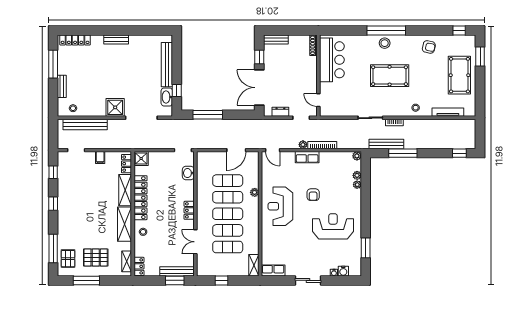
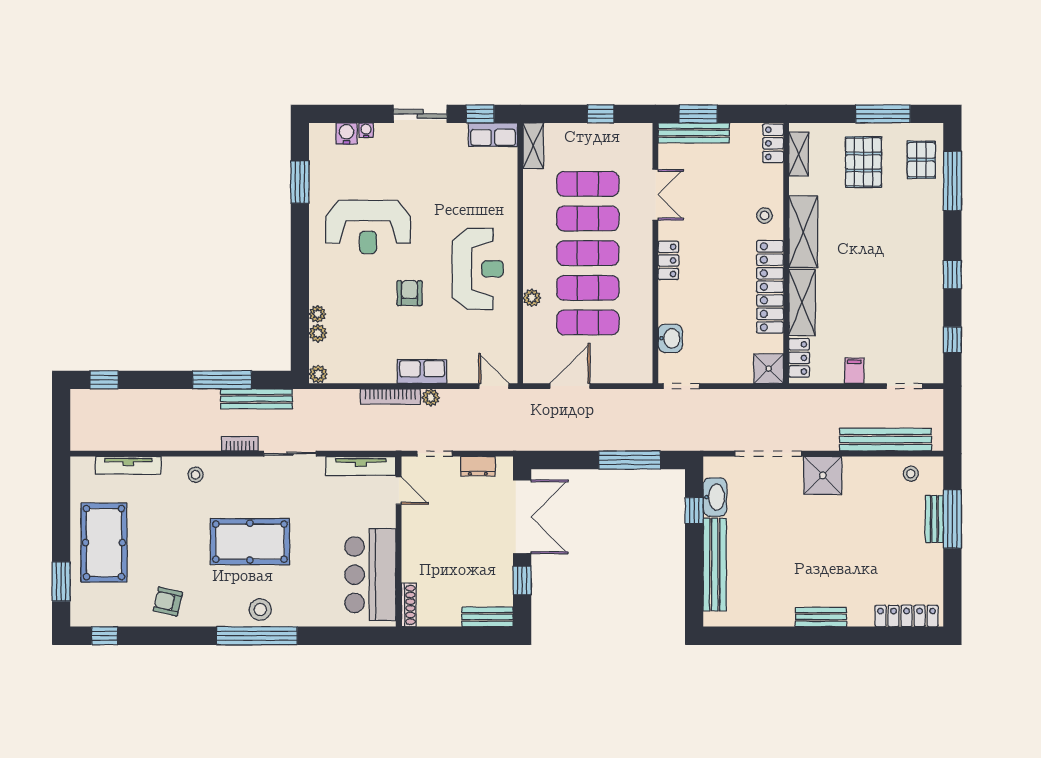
window: (53, 64) -> (952, 519), moved
tv unit: (336, 112) -> (361, 466), added
pallet: (96, 257) -> (863, 162), turned 90
window: (279, 280) -> (480, 114), added

